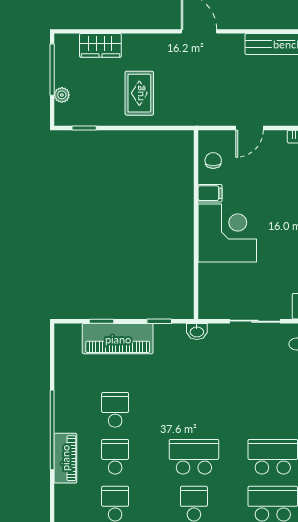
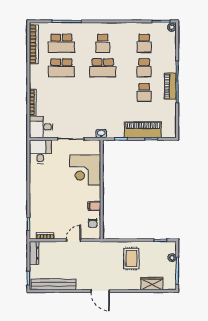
corner desk: (227, 233) -> (85, 170), moved
piano: (65, 458) -> (170, 86), moved

